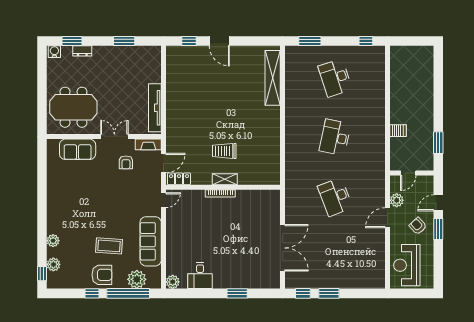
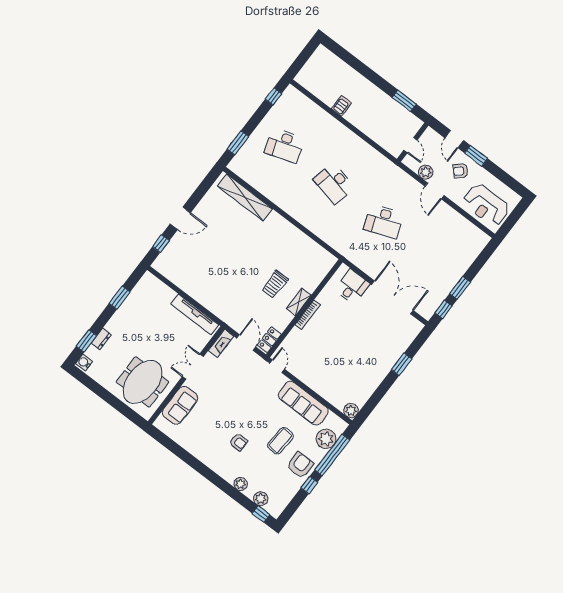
server rack: (398, 131) -> (341, 106), moved
armchair: (126, 162) -> (239, 442), moved
desk: (200, 276) -> (352, 287), moved, turned -90

